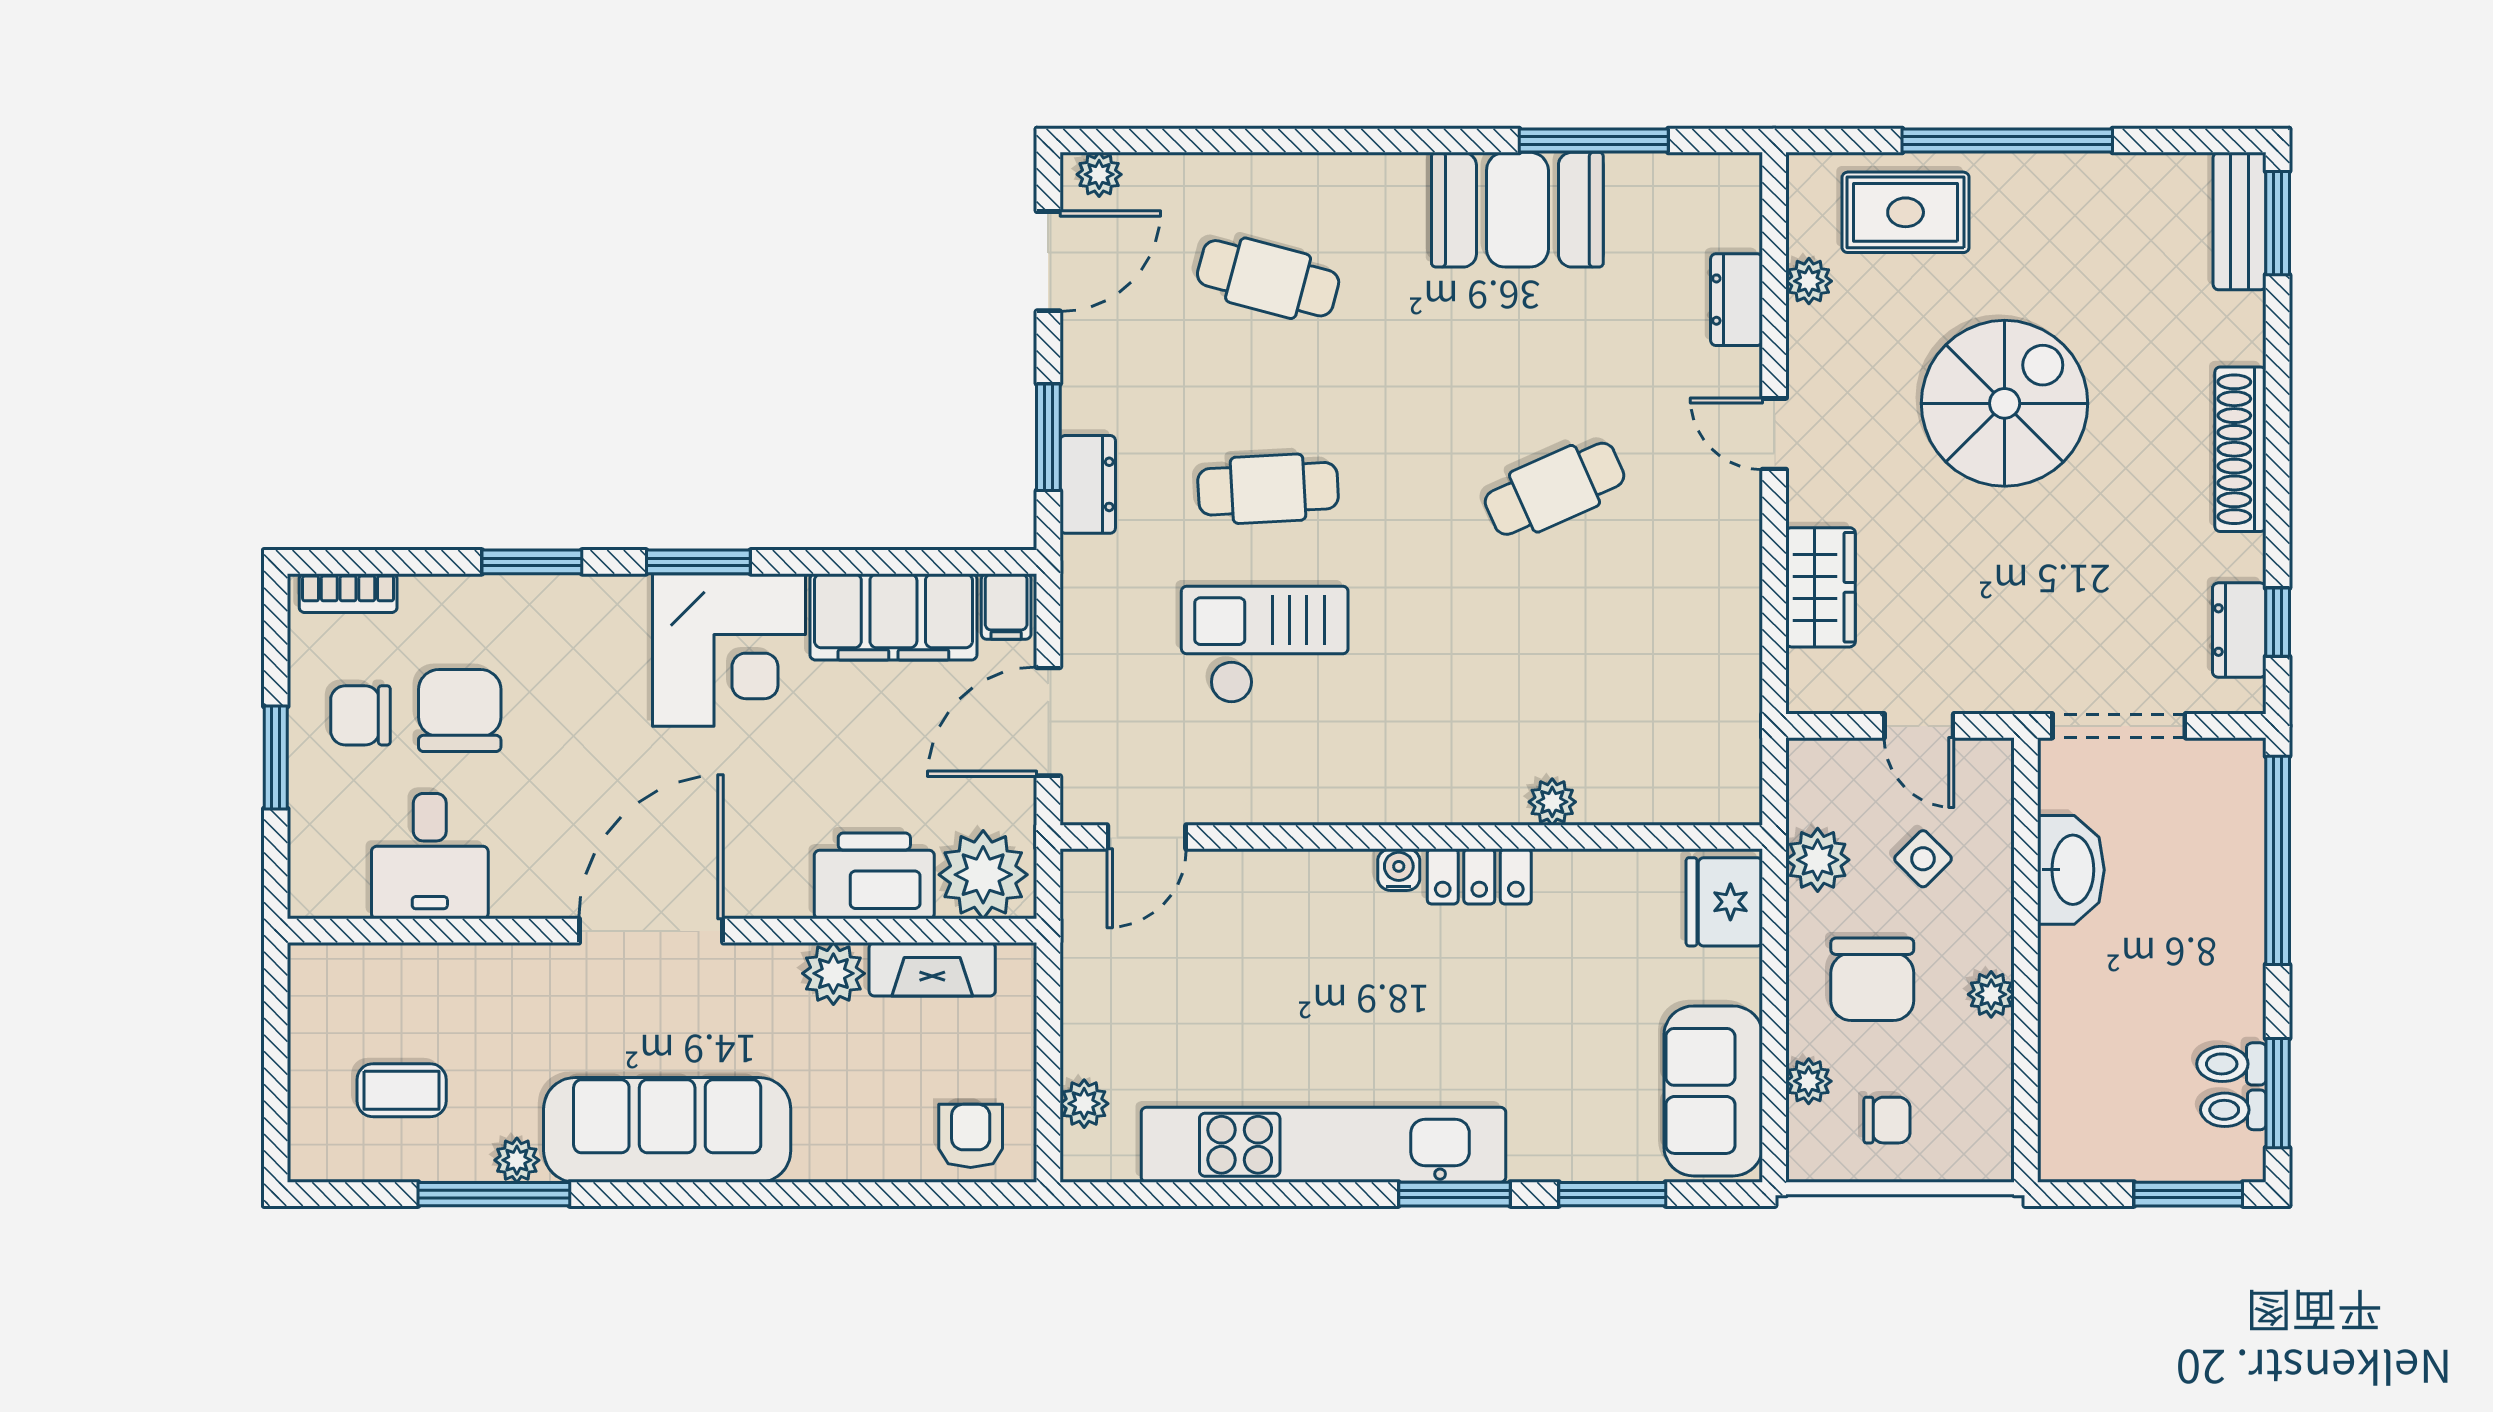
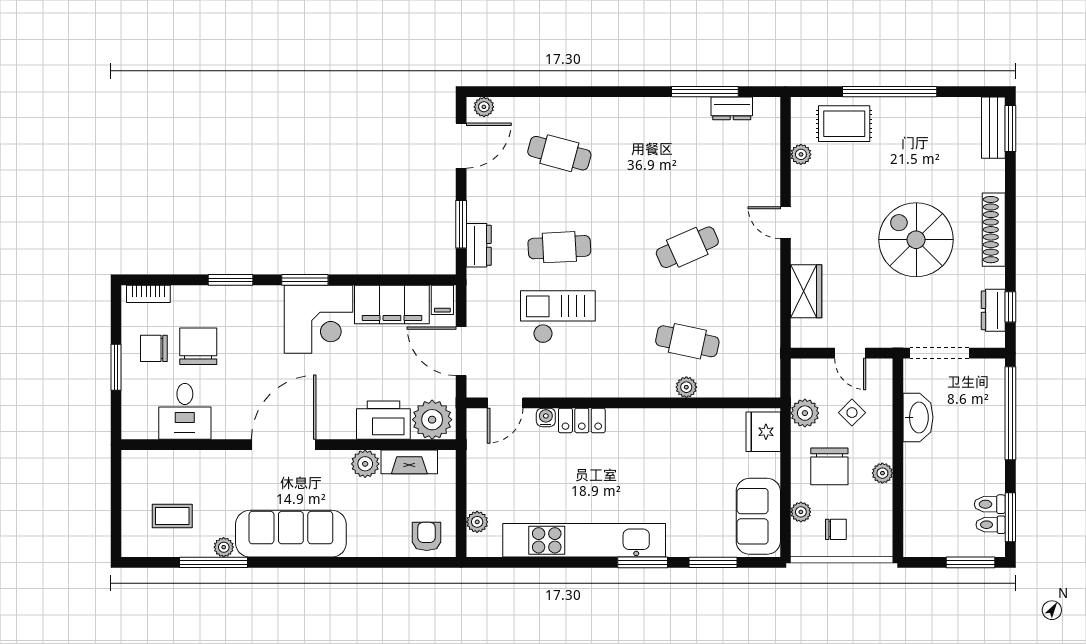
booth: (1517, 210) -> (671, 123), removed
dresser: (1737, 300) -> (732, 108), moved, turned -90
spiral stairs: (2005, 403) -> (916, 240), moved, turned -90
cafe table: (1555, 699) -> (687, 341), added
door: (1048, 722) -> (461, 351), hinge flipped
water cooler: (1399, 870) -> (546, 417), moved
locker: (1479, 876) -> (582, 420), moved

